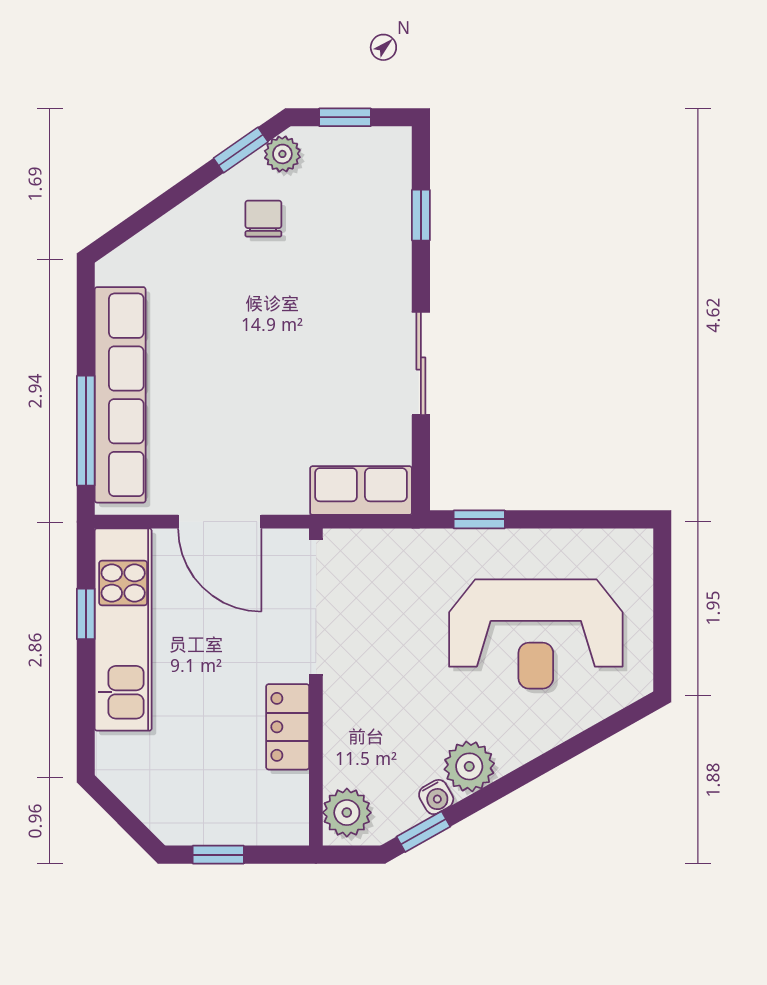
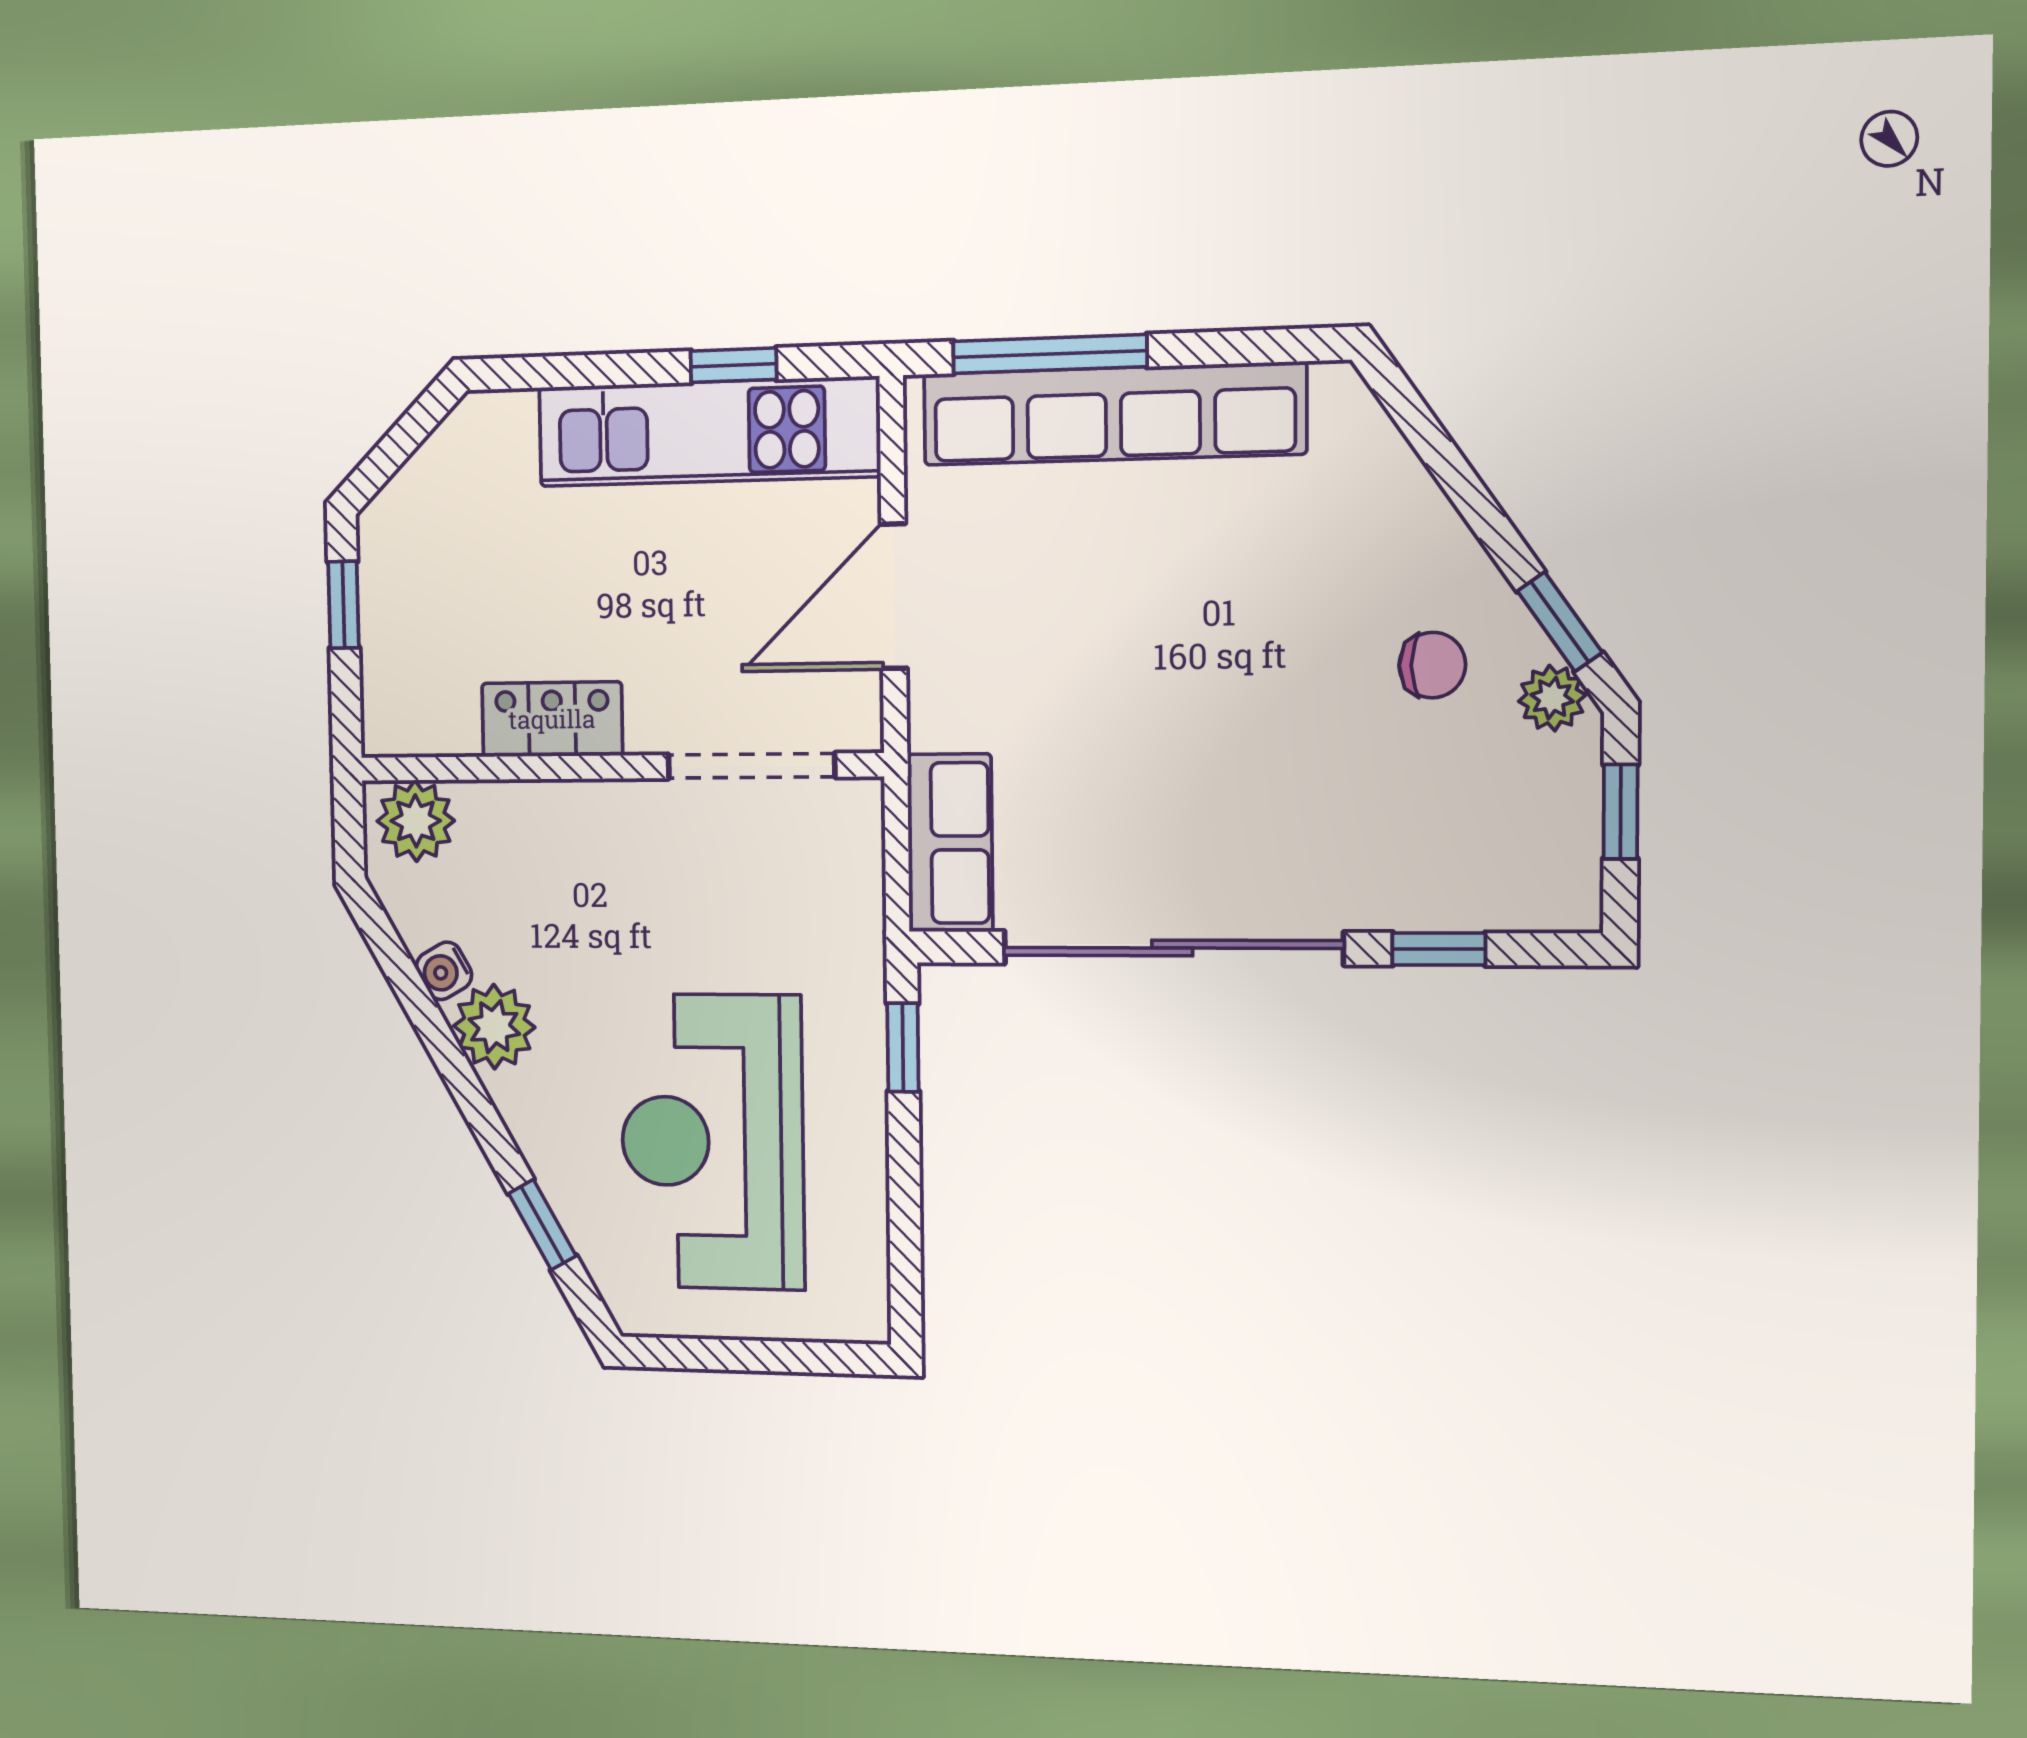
sliding door: (421, 363) -> (1172, 948), width x1.86
doorway: (316, 607) -> (751, 766), width x0.73
window: (423, 832) -> (542, 1225), moved

